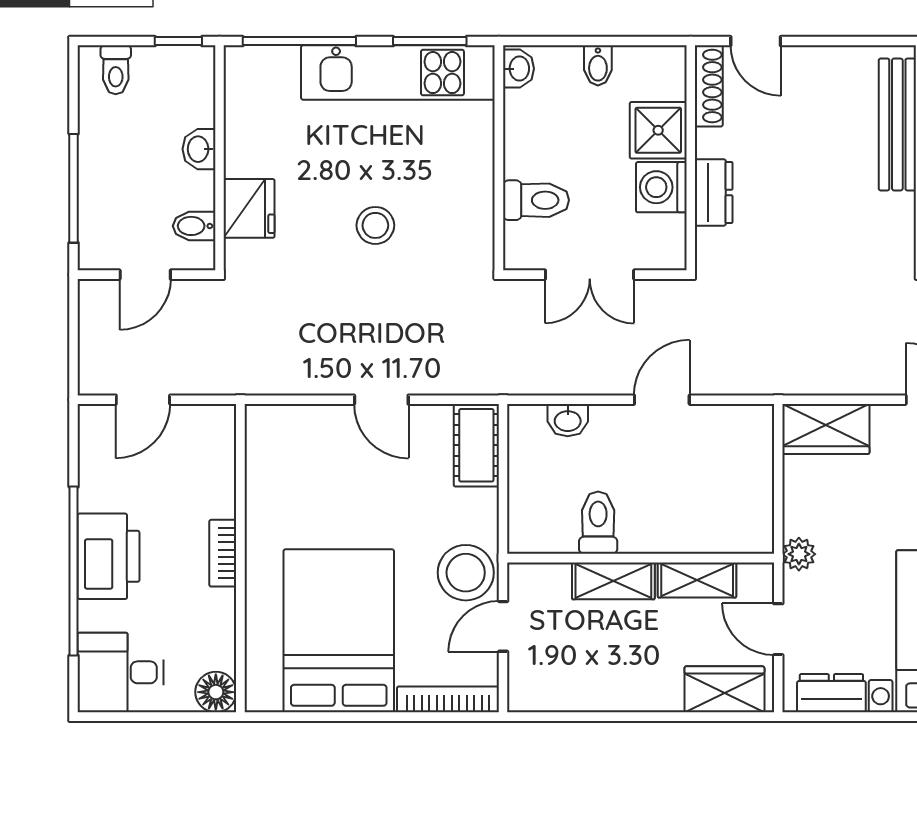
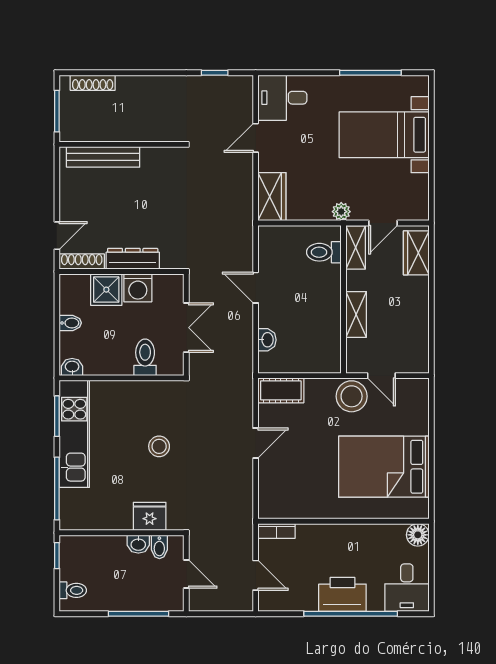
washbasin: (199, 149) -> (138, 544), moved
dresser: (714, 192) -> (133, 259), width x1.44
toilet: (598, 523) -> (324, 252), moved
bookcase: (223, 553) -> (277, 531), moved
shelving: (697, 580) -> (356, 247), moved
dresser: (831, 693) -> (418, 194), removed
bookcase: (448, 699) -> (422, 406), removed

